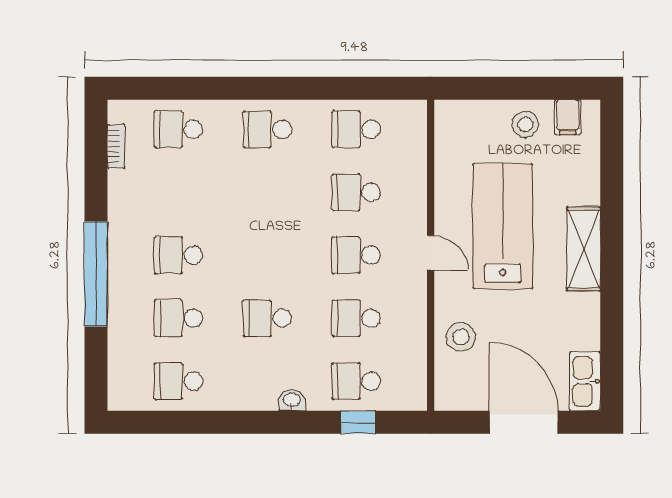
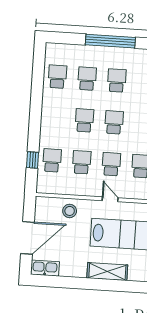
door: (431, 253) -> (110, 199), swing flipped
school desk: (267, 255) -> (114, 122), added
washbasin: (292, 400) -> (45, 129), removed

